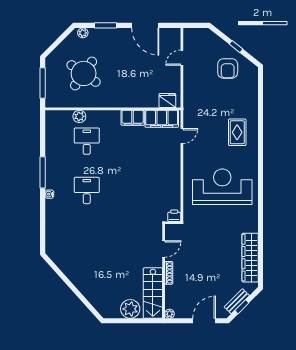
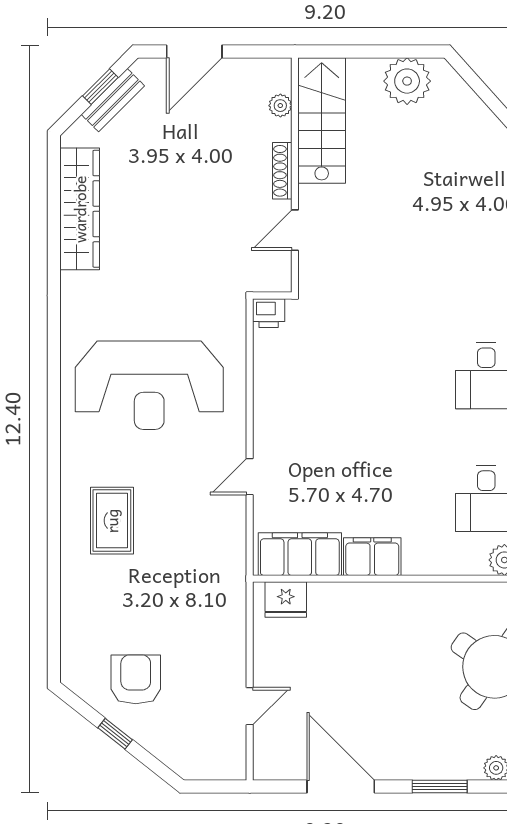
door: (182, 136) -> (250, 477), moved
plant: (130, 309) -> (407, 81), moved
plant: (170, 314) -> (280, 106), moved

